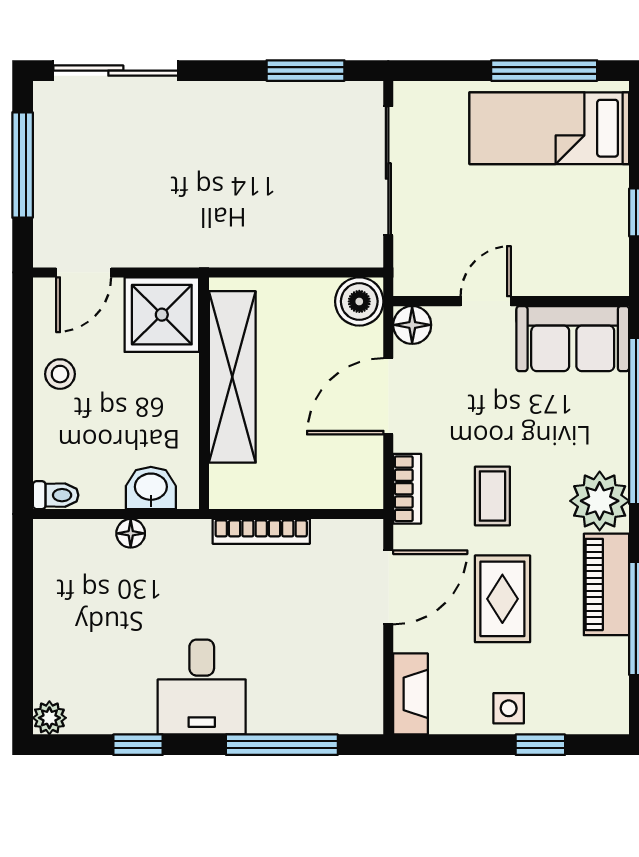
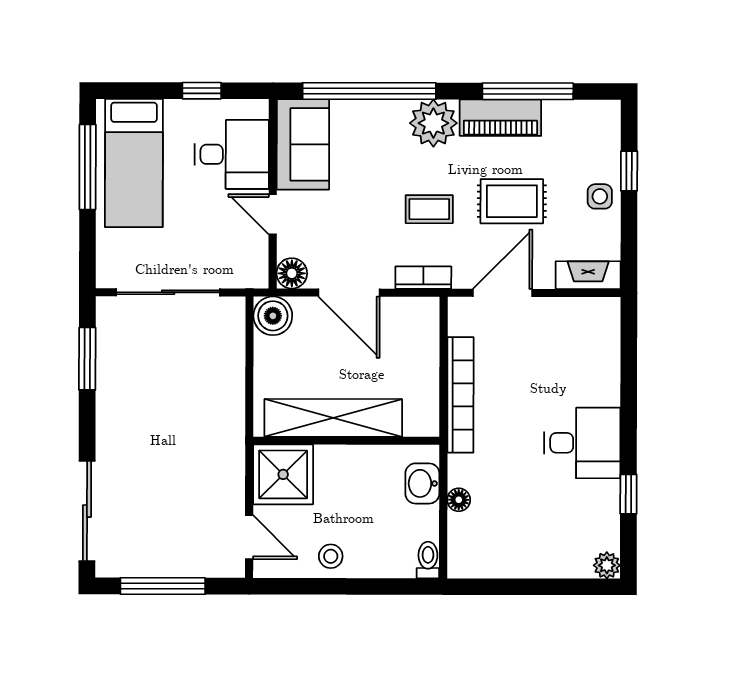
desk: (560, 250) -> (232, 154), added
bookcase: (261, 531) -> (460, 395), width x1.48, depth x1.31
door: (388, 587) -> (502, 293), hinge flipped
window: (282, 745) -> (629, 379), removed

